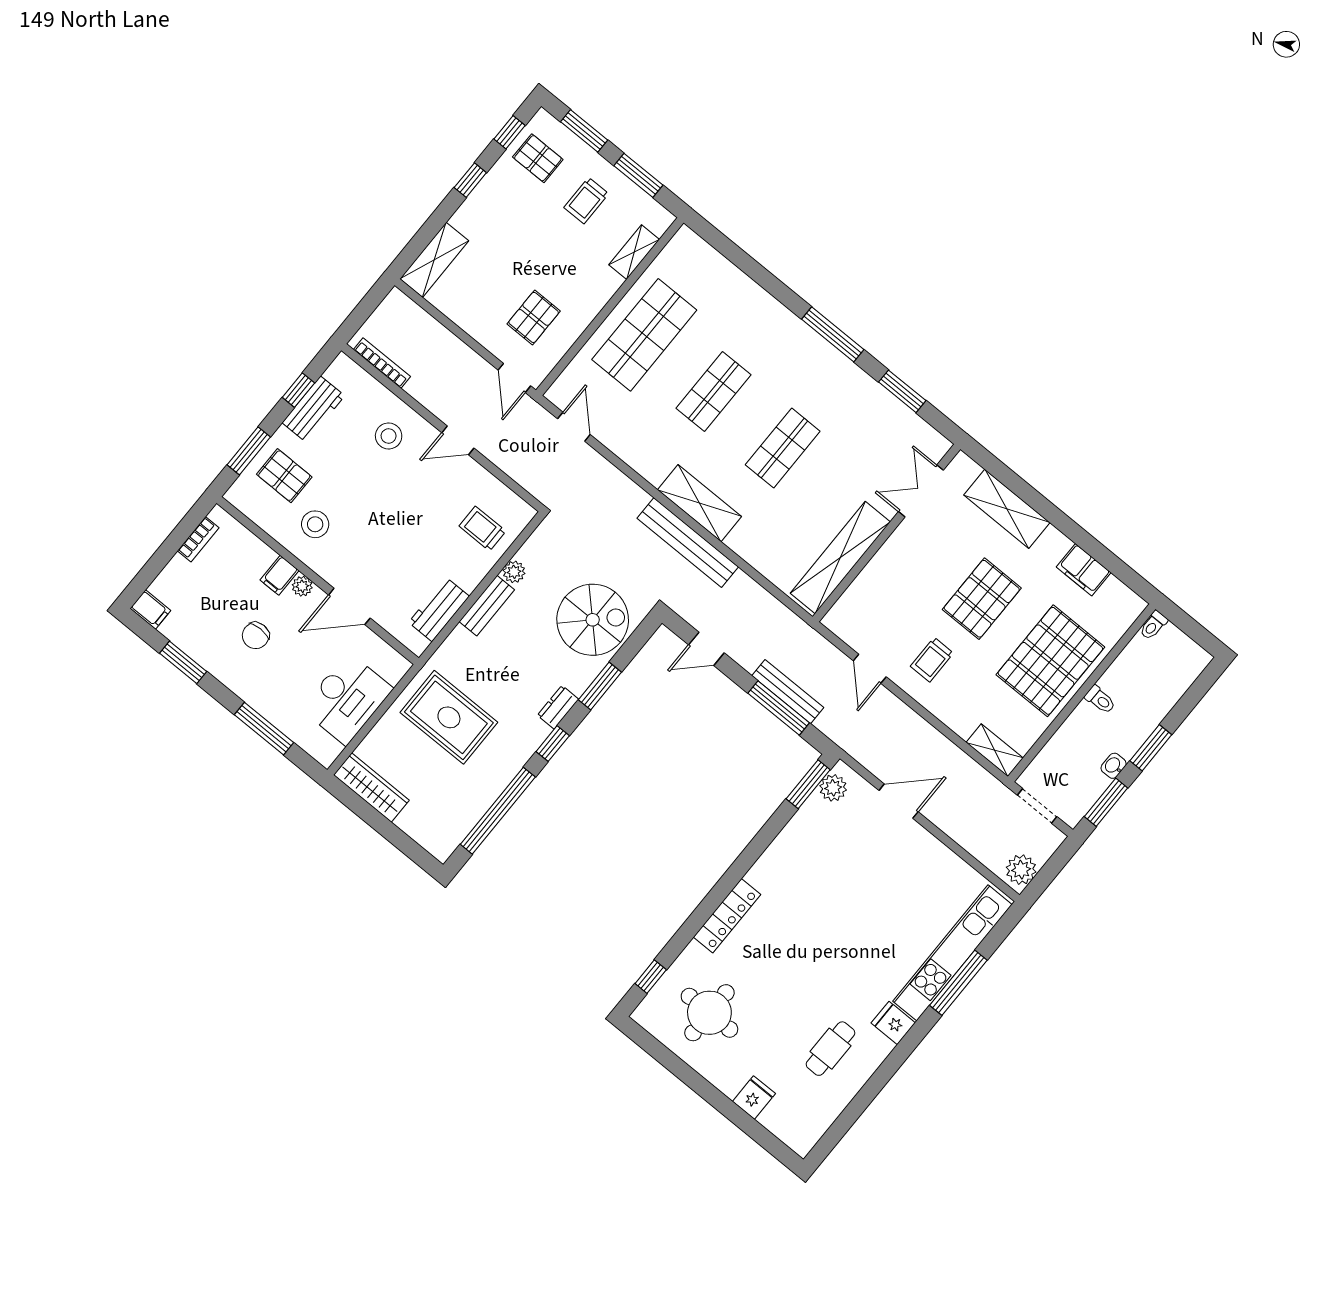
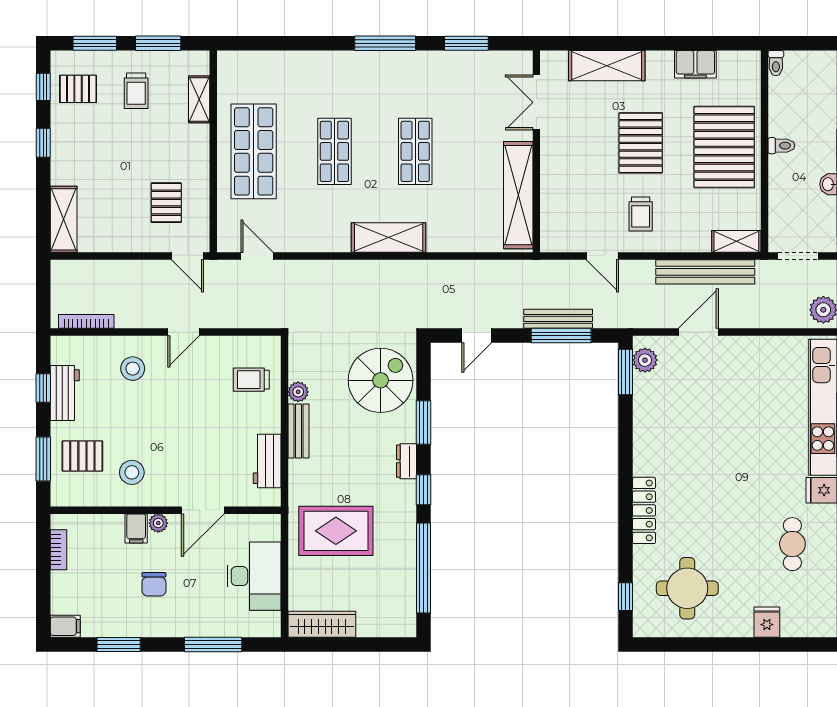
bench: (688, 542) -> (705, 272), moved

